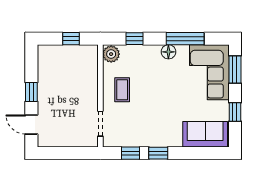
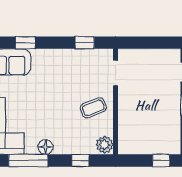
window: (71, 39) -> (161, 160), moved
coffee table: (122, 90) -> (93, 108), turned 68
window: (158, 153) -> (25, 43), moved

